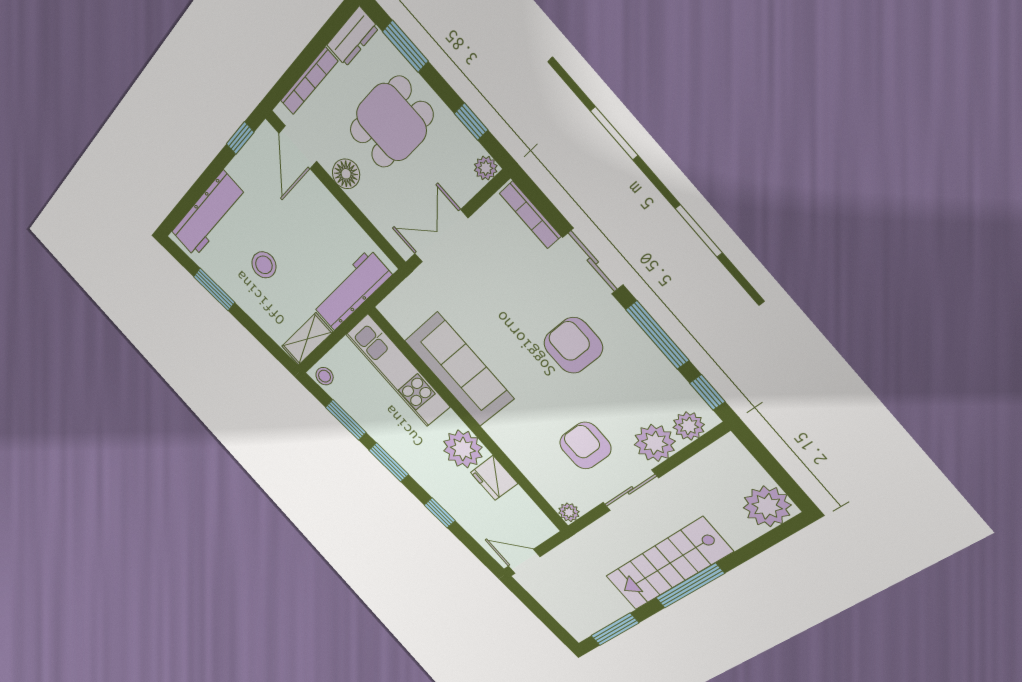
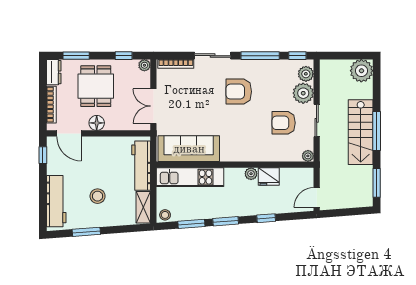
sofa: (459, 370) -> (189, 149), moved
plant: (463, 449) -> (251, 174), width x0.53, depth x0.53

